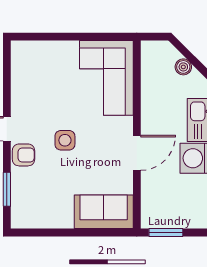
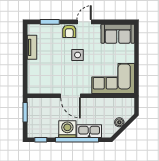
sofa: (104, 212) -> (118, 34), moved, turned 90
tv unit: (51, 221) -> (32, 47), added

